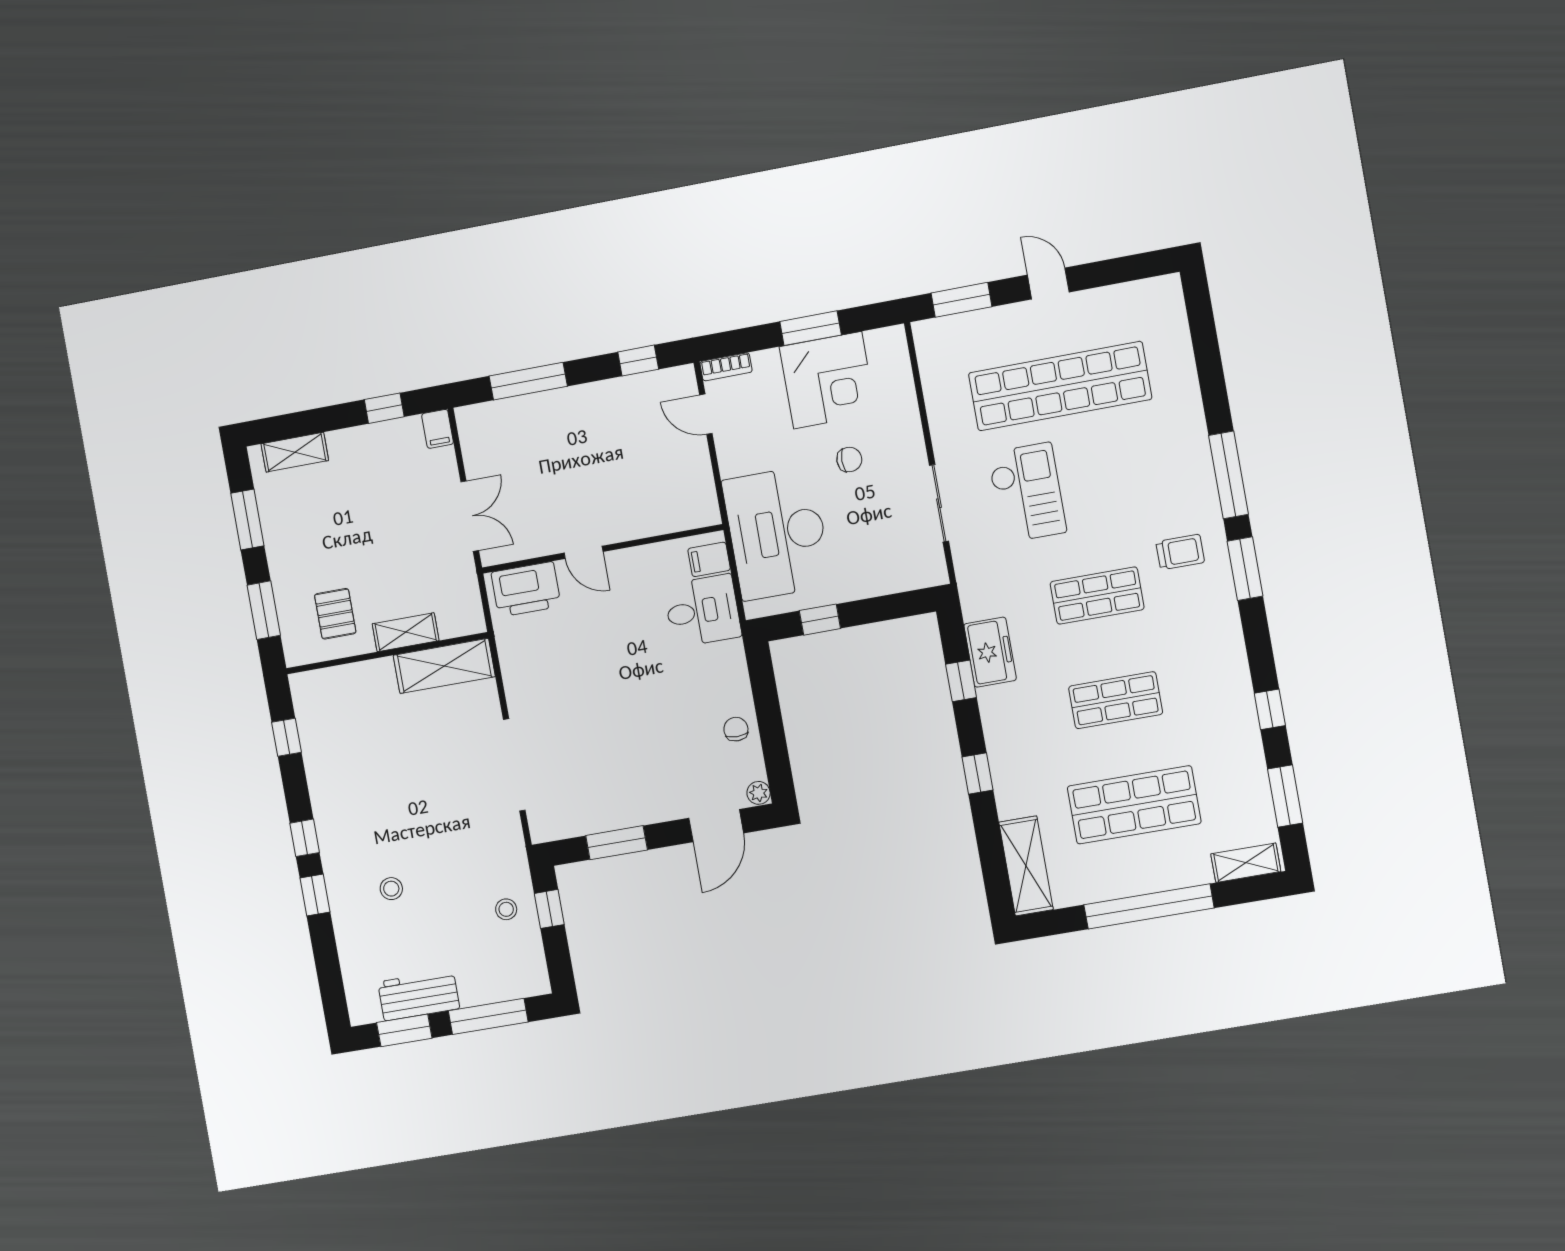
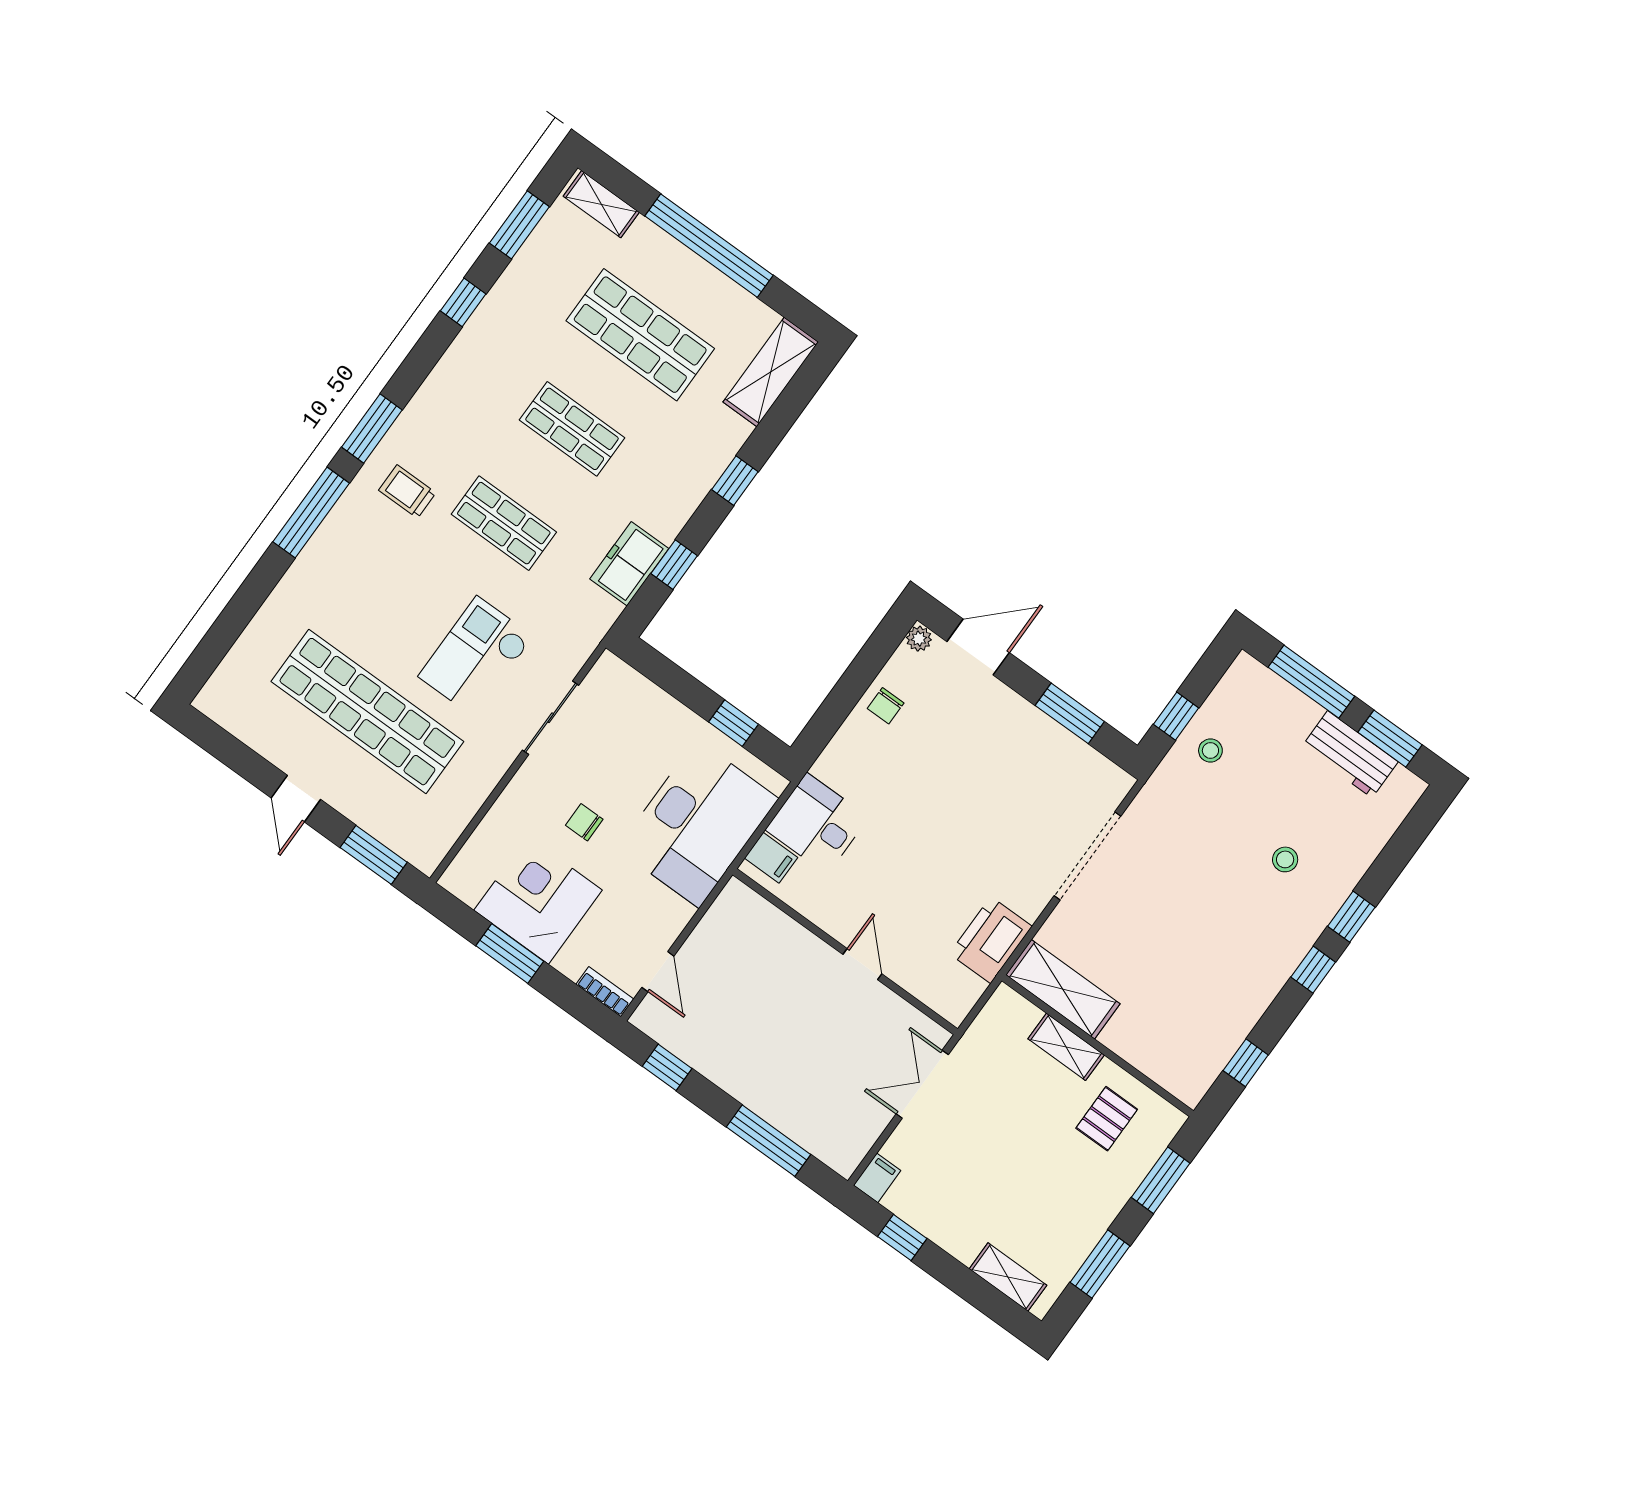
printer: (526, 589) -> (991, 940), moved, turned -90

